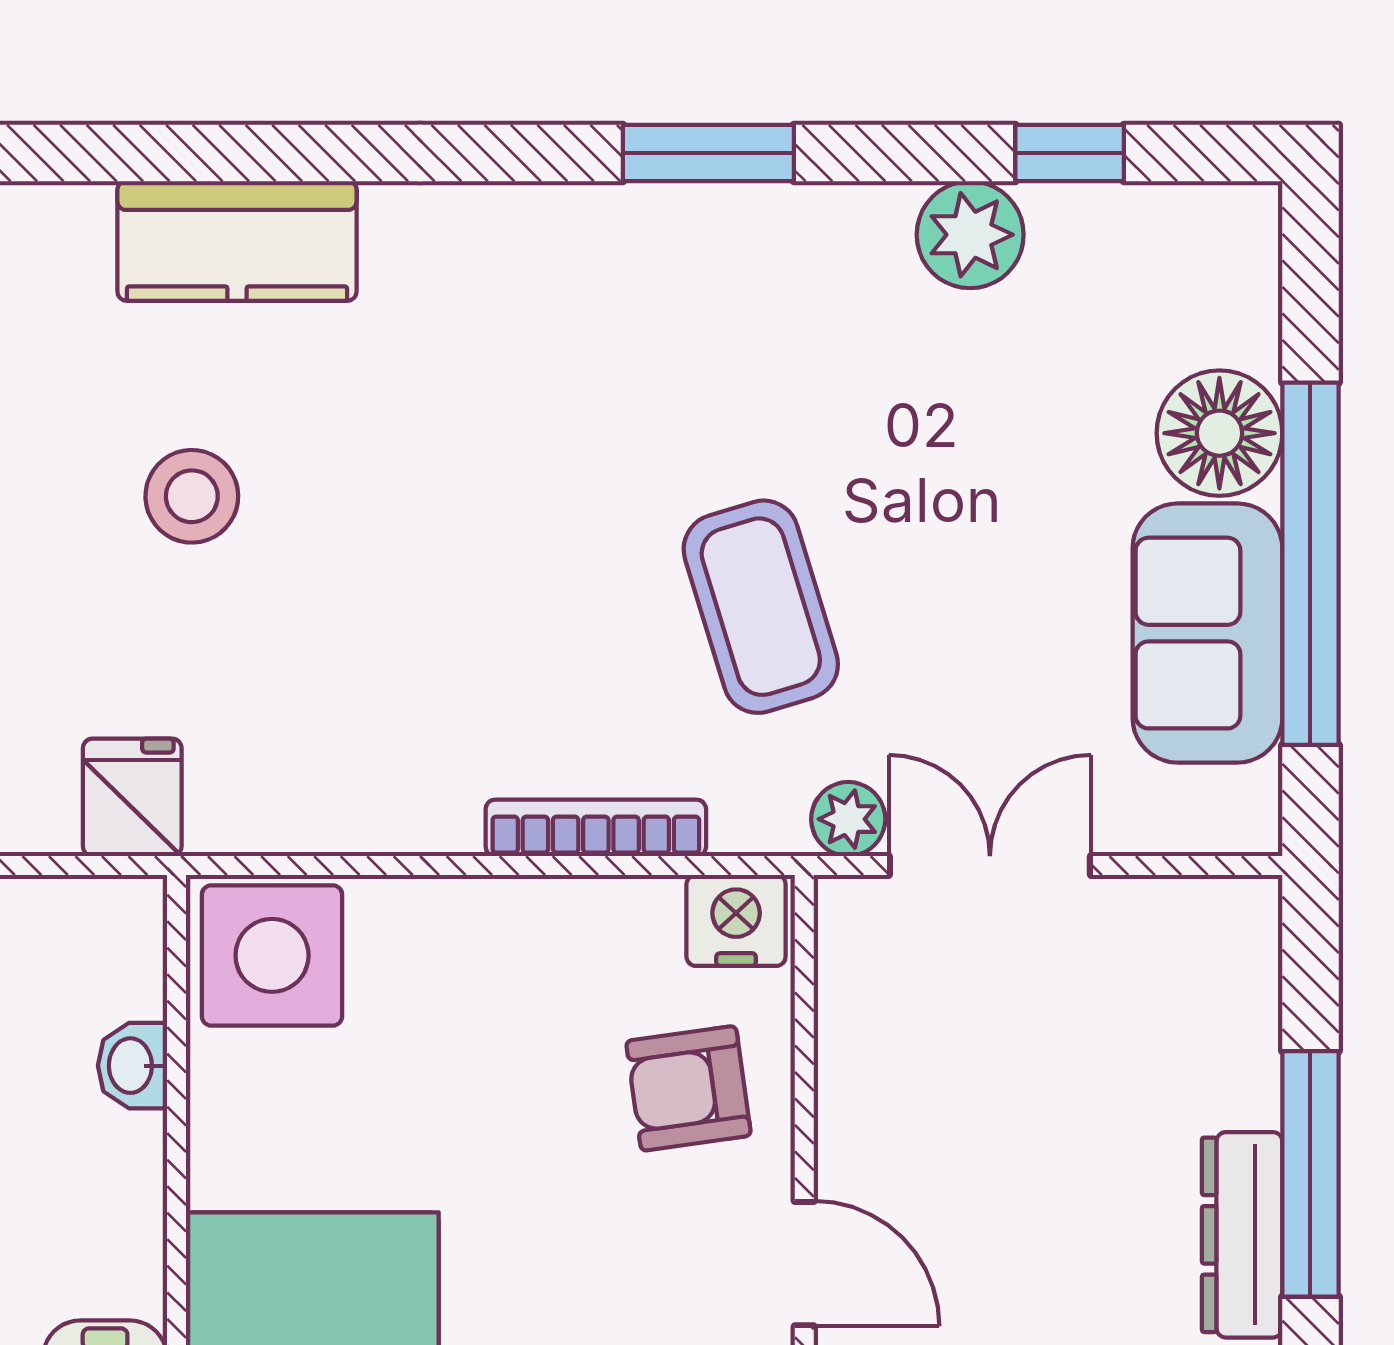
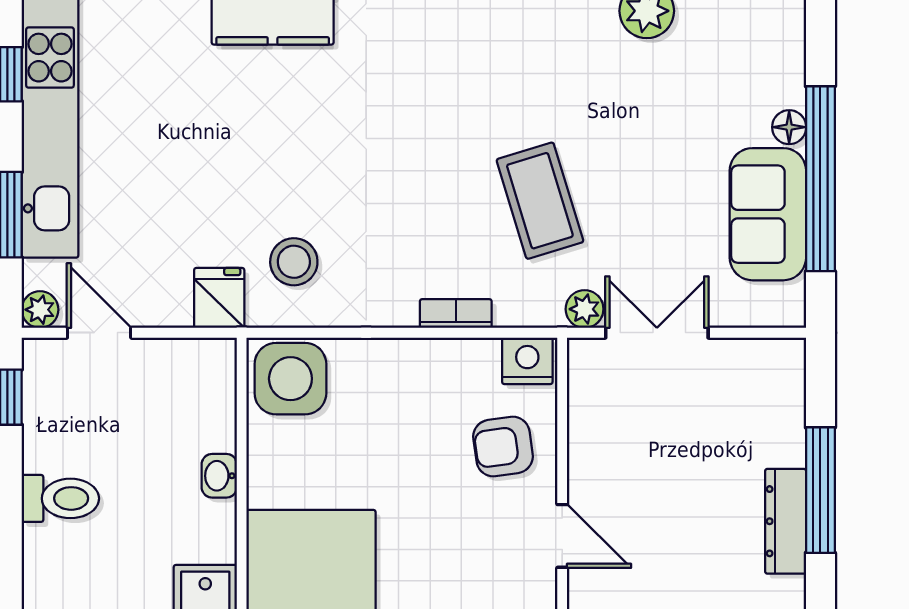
floor lamp: (1219, 433) -> (789, 127), width x0.53, depth x0.53
stool: (192, 496) -> (294, 262), moved
bookcase: (596, 828) -> (456, 314), width x0.64
washbasin: (132, 1066) -> (219, 476), moved

